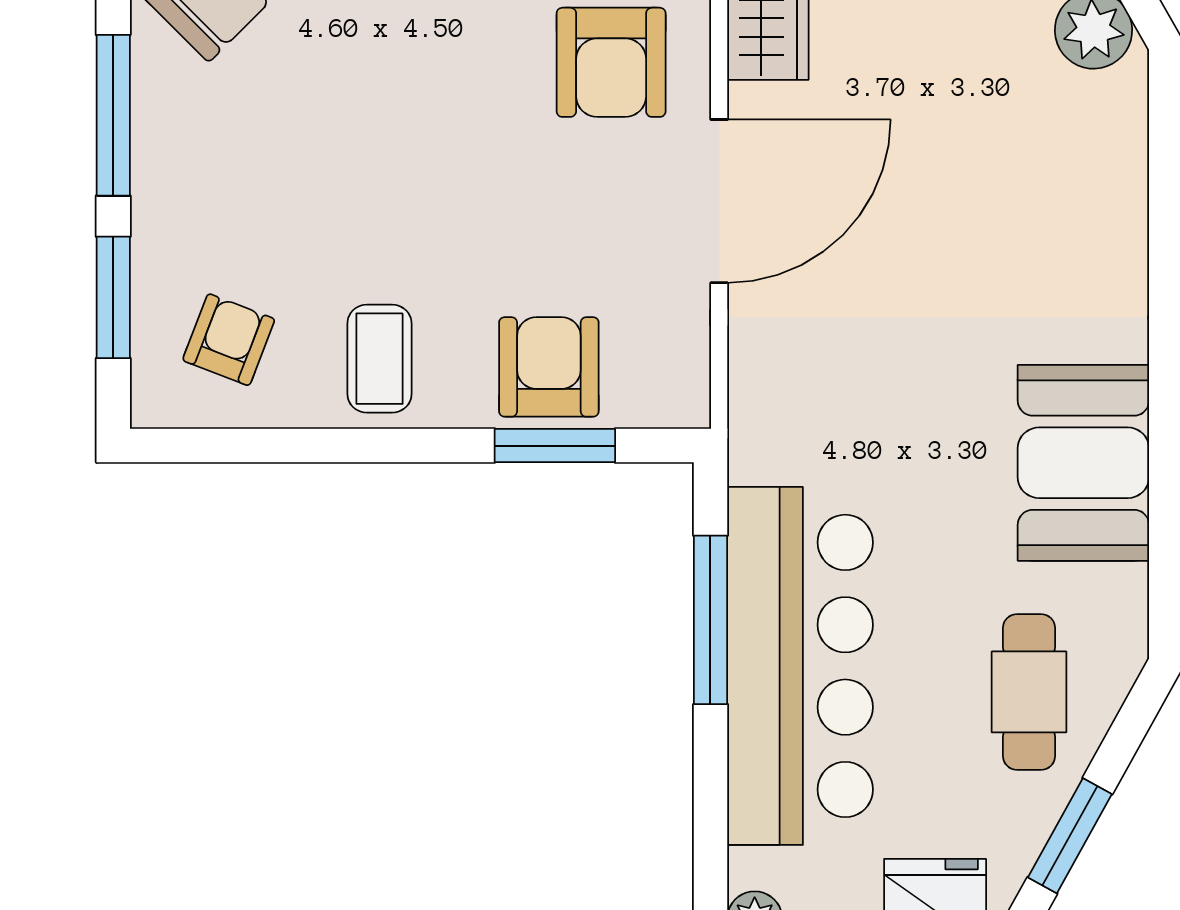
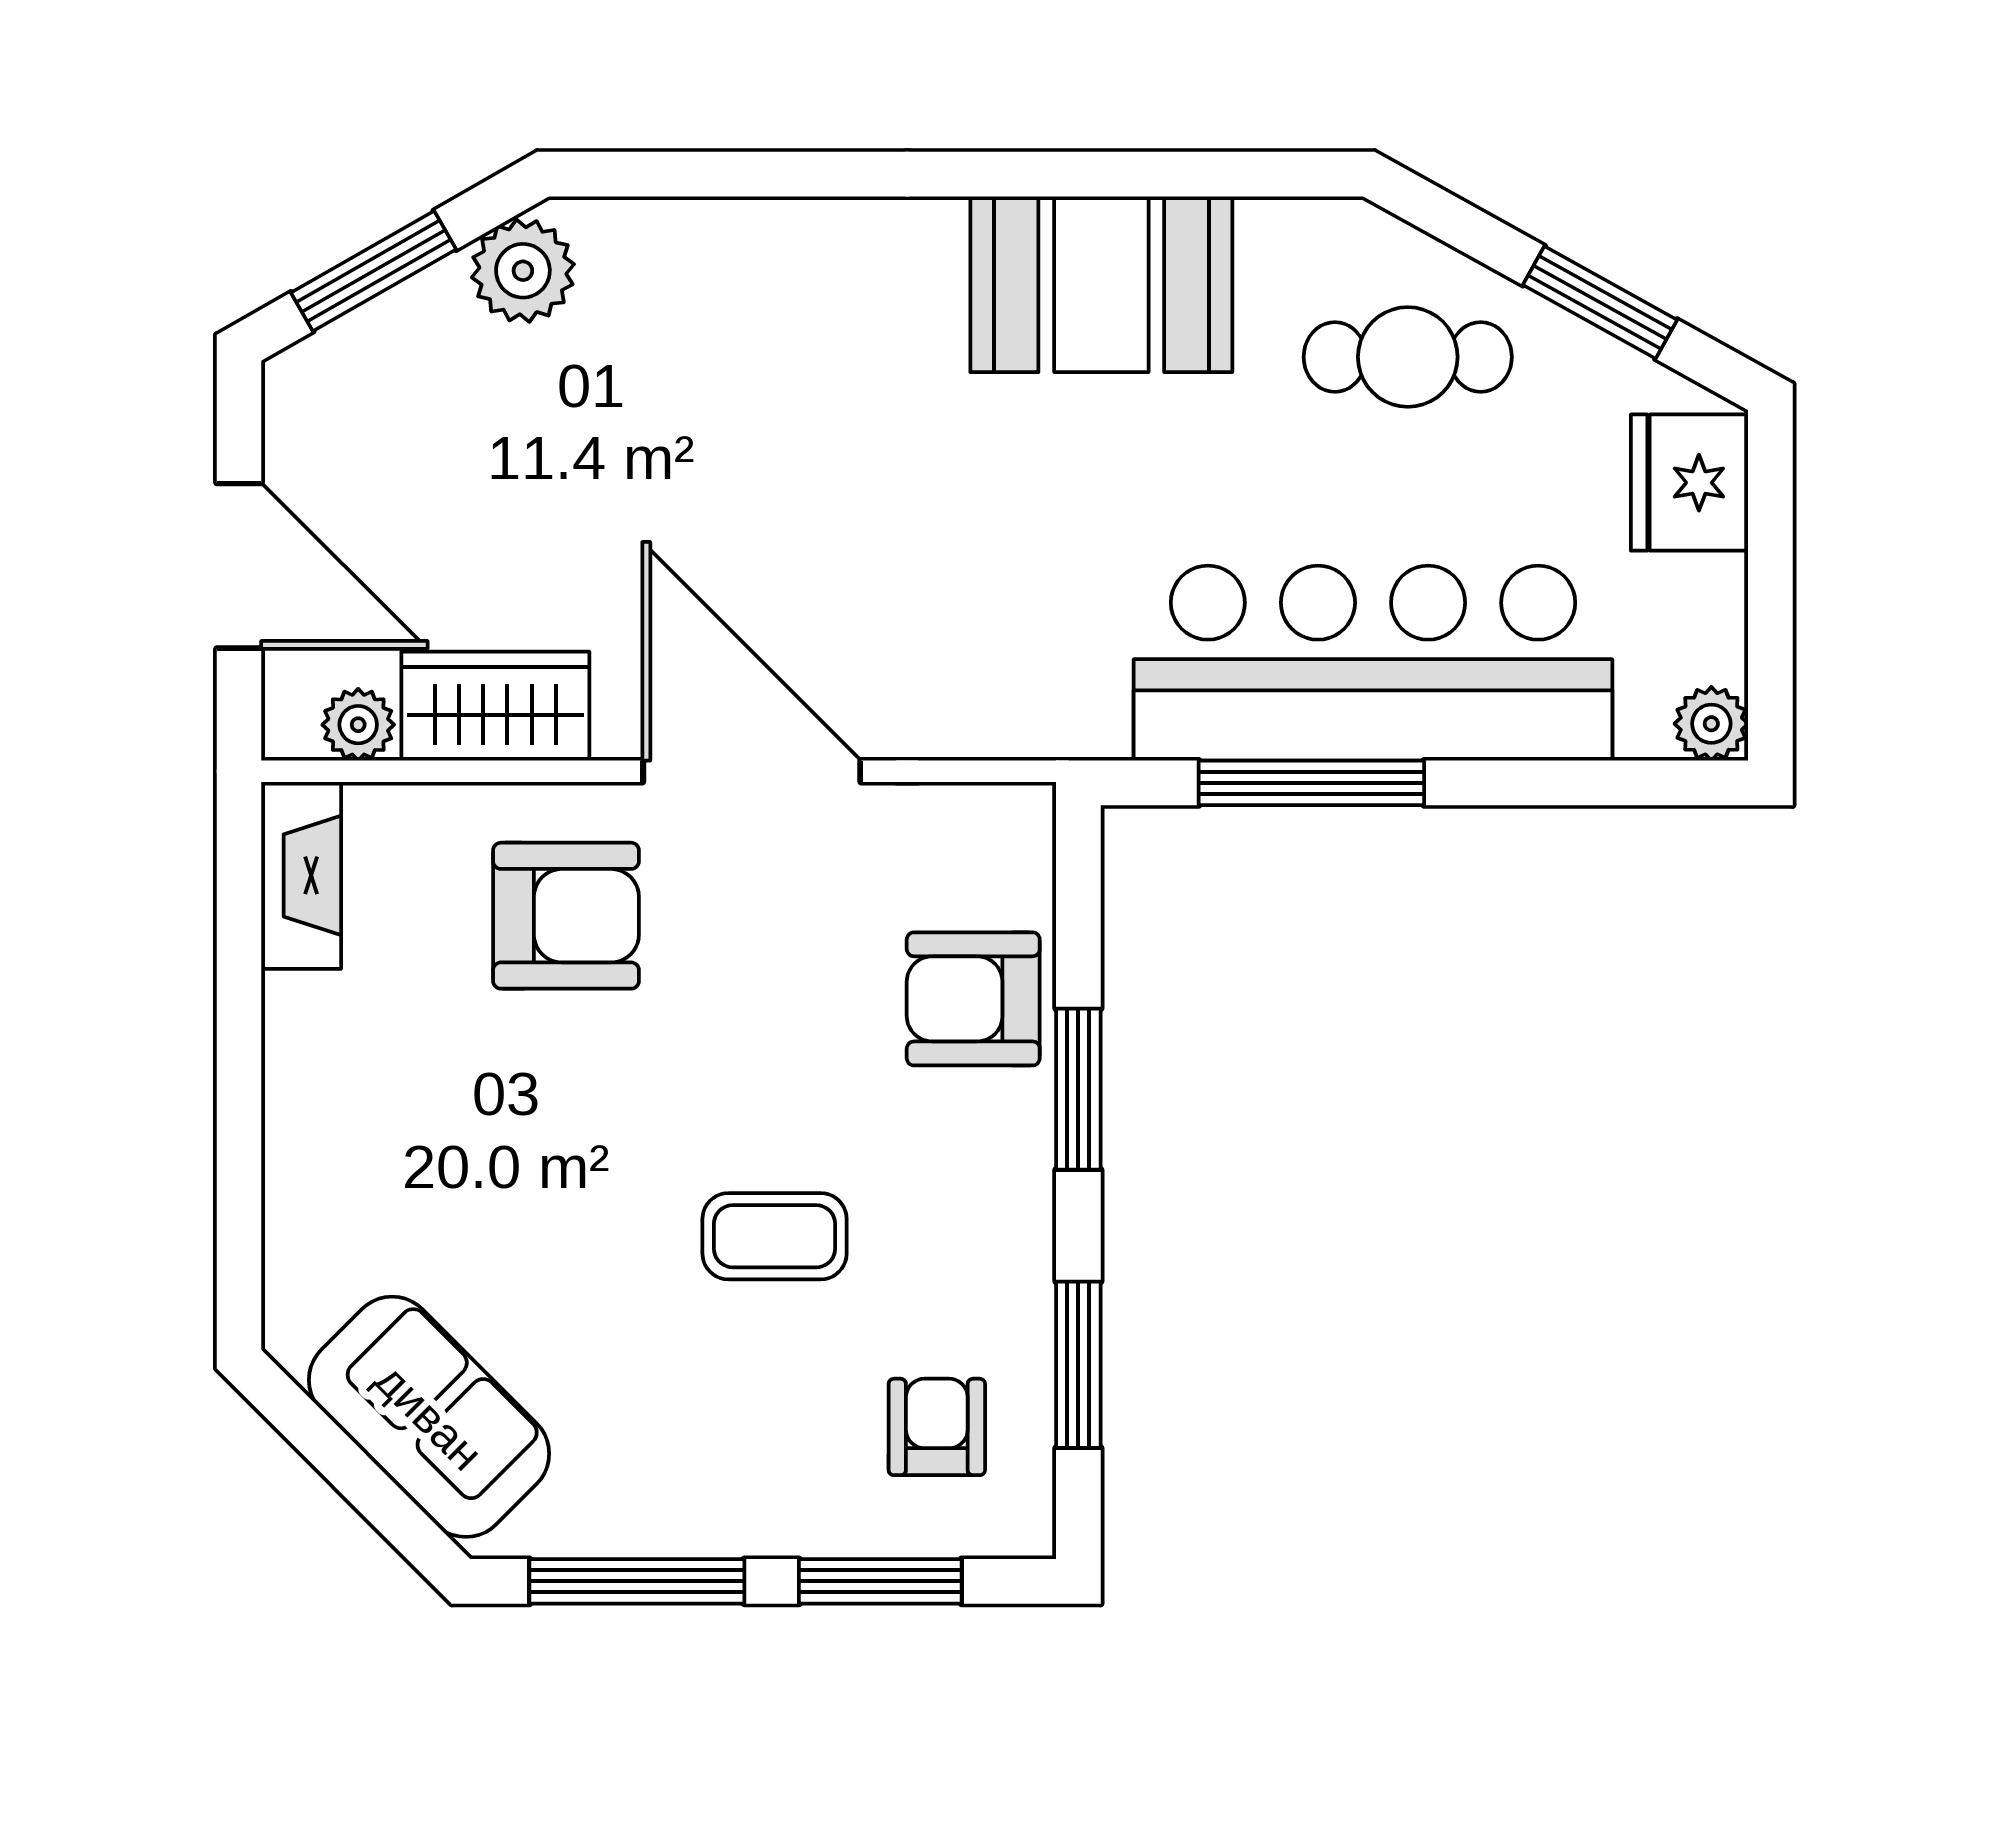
armchair: (229, 340) -> (937, 1427), turned 69
coffee table: (379, 359) -> (775, 1236), moved
window: (275, 446) -> (1078, 1365), added
window: (555, 446) -> (1078, 1089), moved

